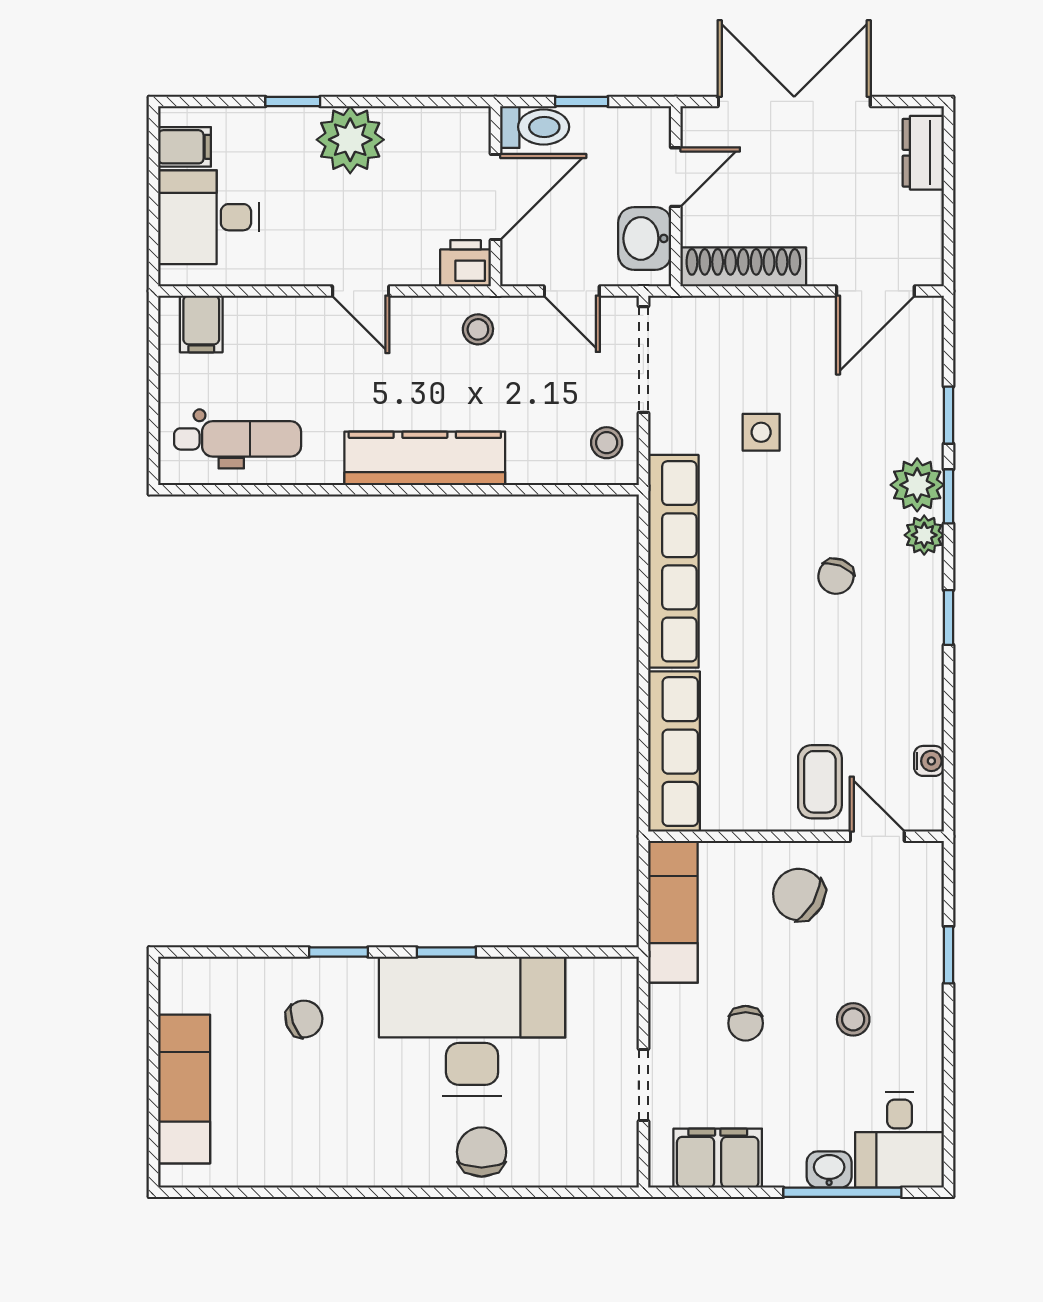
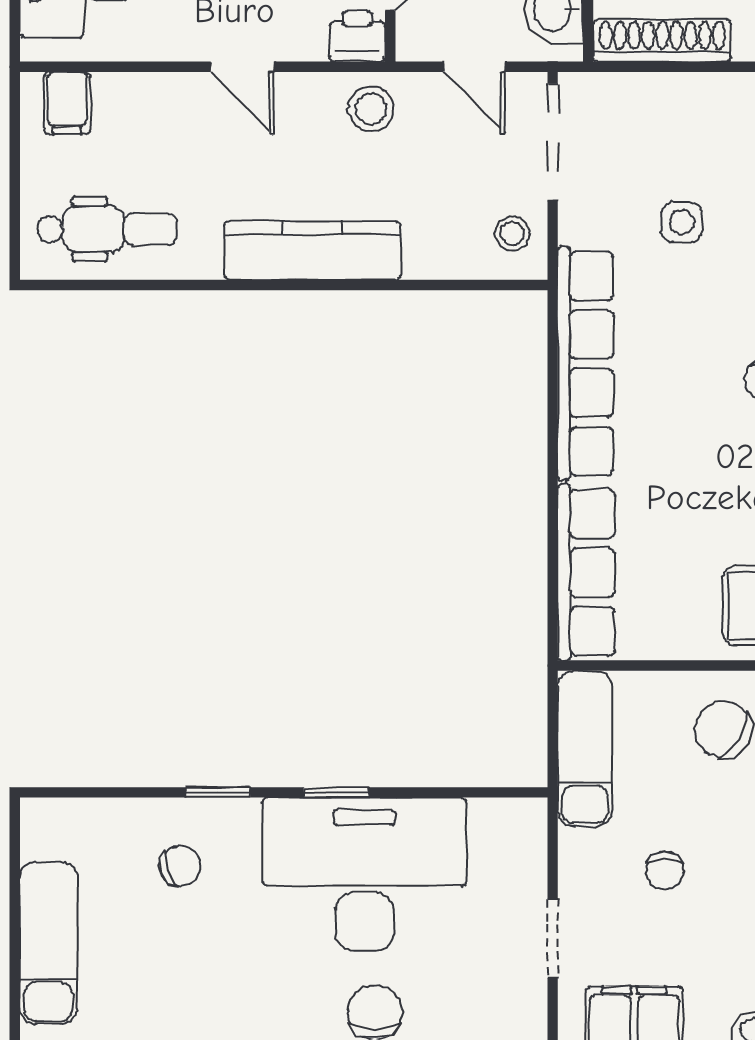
stool: (478, 329) -> (371, 109), width x1.37, depth x1.37

